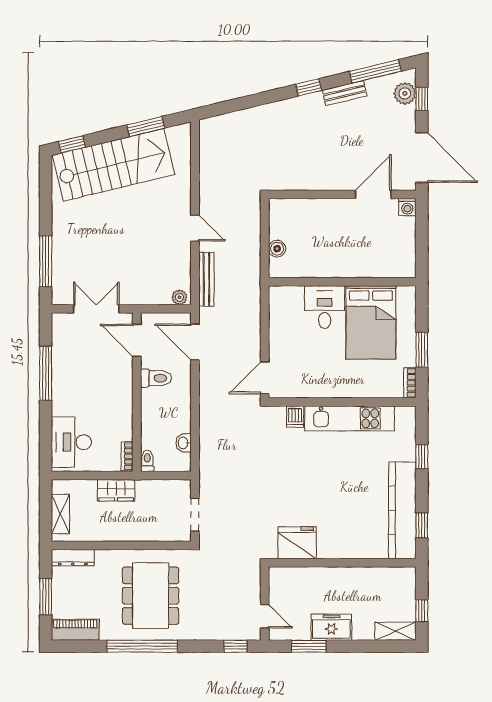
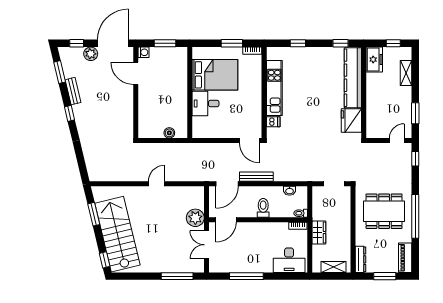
window: (375, 71) -> (60, 72), width x0.69
plant: (405, 93) -> (91, 54), moved
window: (422, 242) -> (165, 43), added
bench: (206, 279) -> (256, 177), moved
plant: (179, 297) -> (195, 218), moved, width x1.88, depth x1.88
toilet: (156, 378) -> (263, 208), moved
kitchen counter: (402, 510) -> (353, 78), moved, turned 90
freezer: (331, 627) -> (374, 60), moved, turned 180
shelving: (396, 631) -> (406, 73), moved

